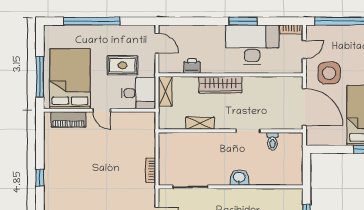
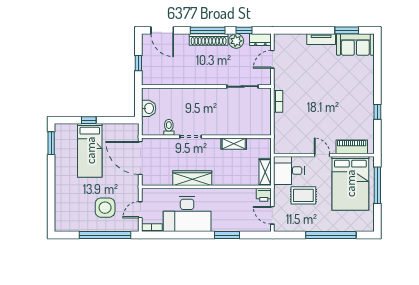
window: (243, 21) -> (227, 235), moved
printer: (192, 66) -> (264, 195), moved
side table: (329, 73) -> (105, 208), moved
wardrobe: (220, 85) -> (192, 178), moved
window: (40, 178) -> (377, 112), moved
washbasin: (239, 178) -> (149, 108), moved, turned -90

